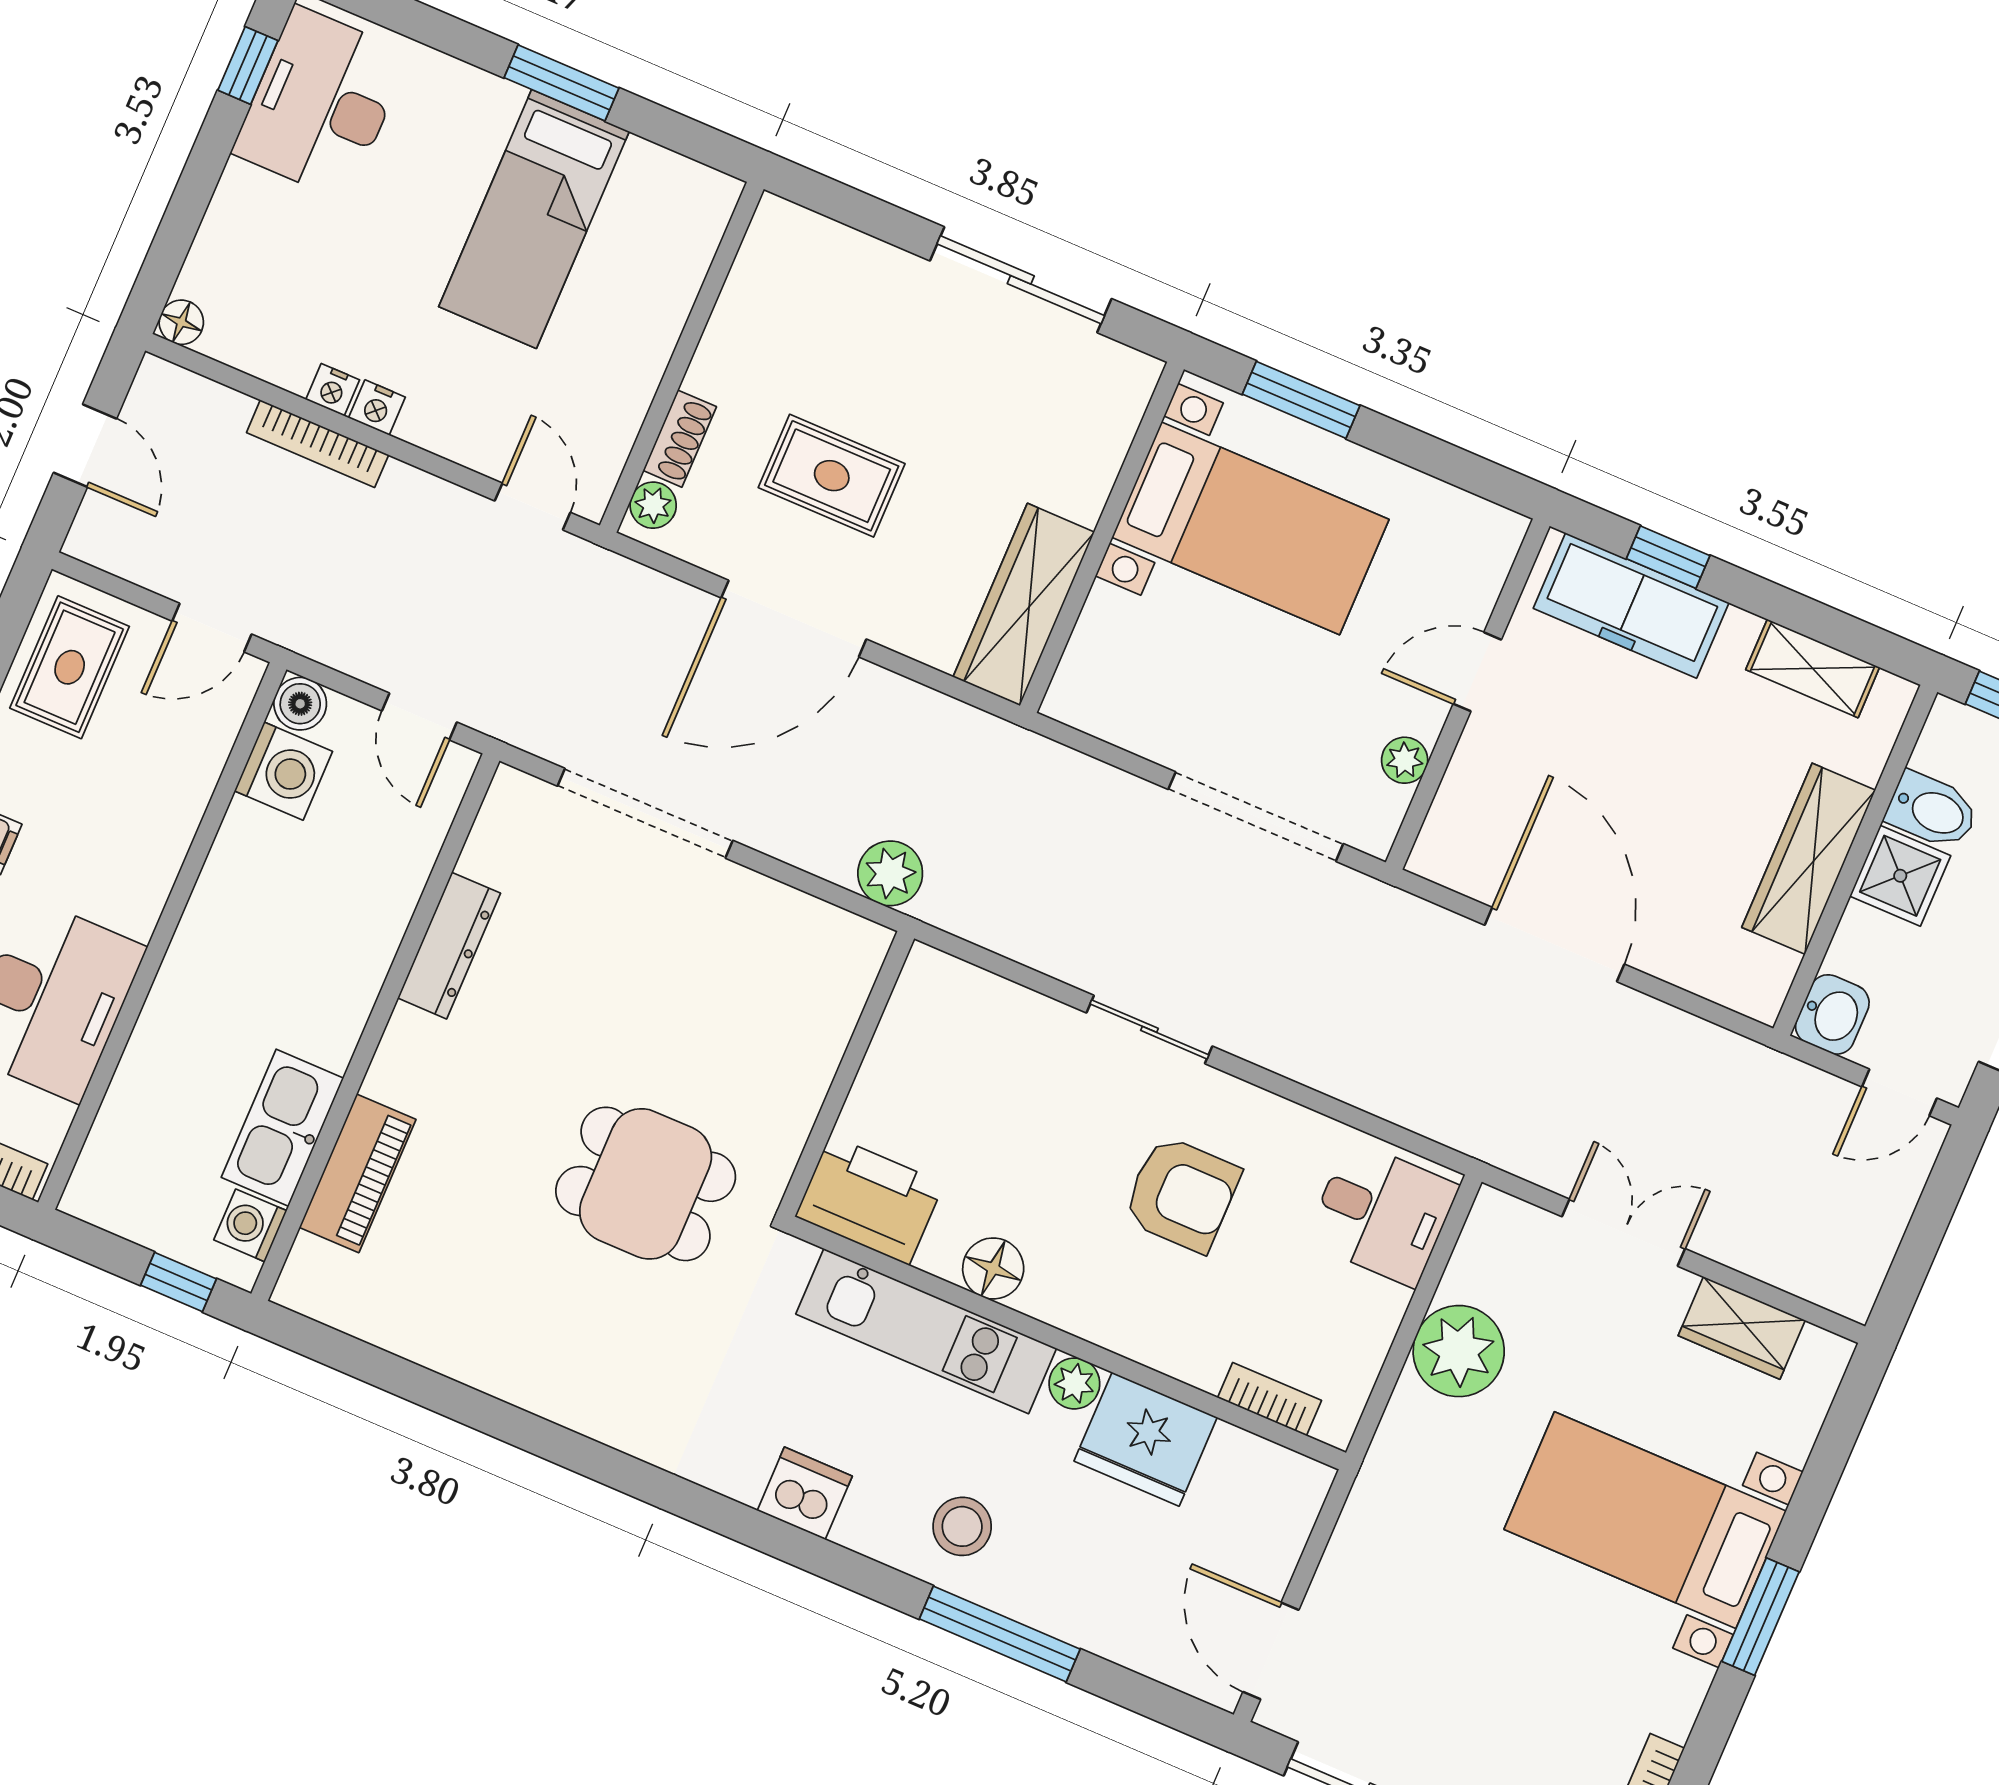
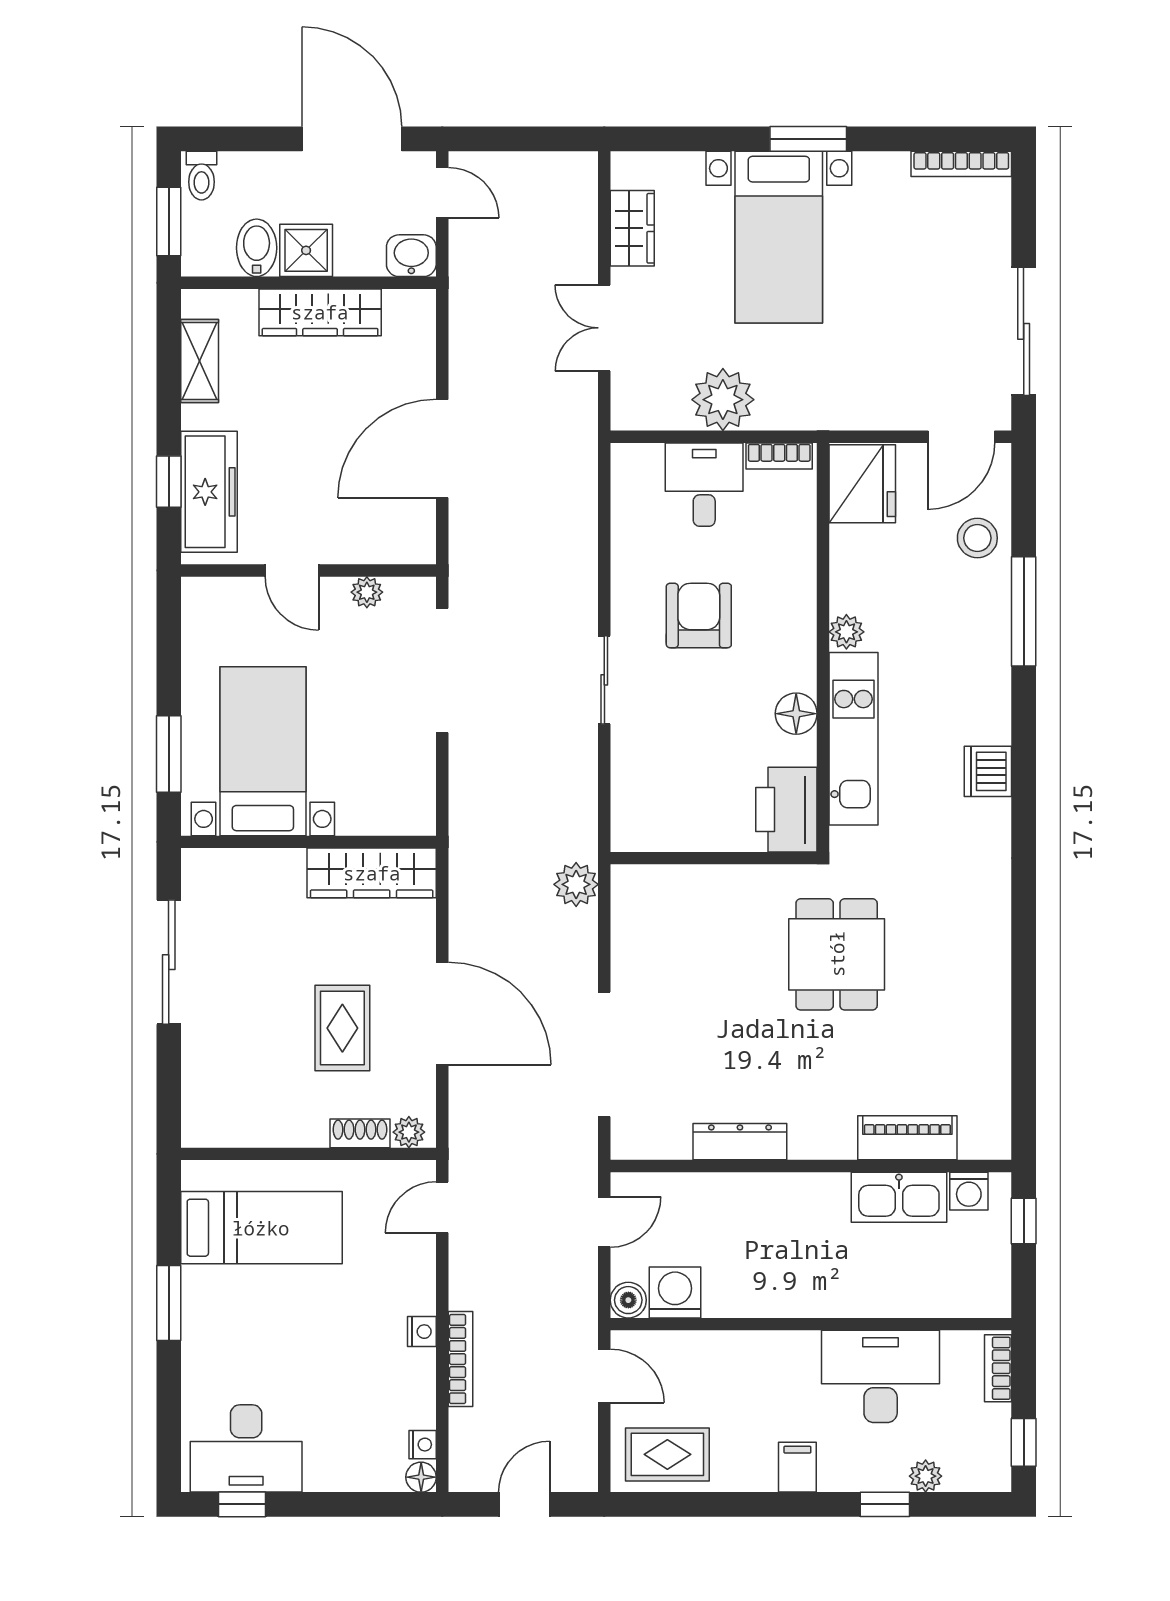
bed: (534, 219) -> (261, 1228), moved
nightstand: (333, 390) -> (423, 1445), moved
desk: (1382, 1213) -> (704, 485), moved
bookcase: (1270, 1399) -> (779, 456), moved, turned -90
fridge: (1146, 1439) -> (862, 484), moved
stool: (962, 1526) -> (977, 538), moved

